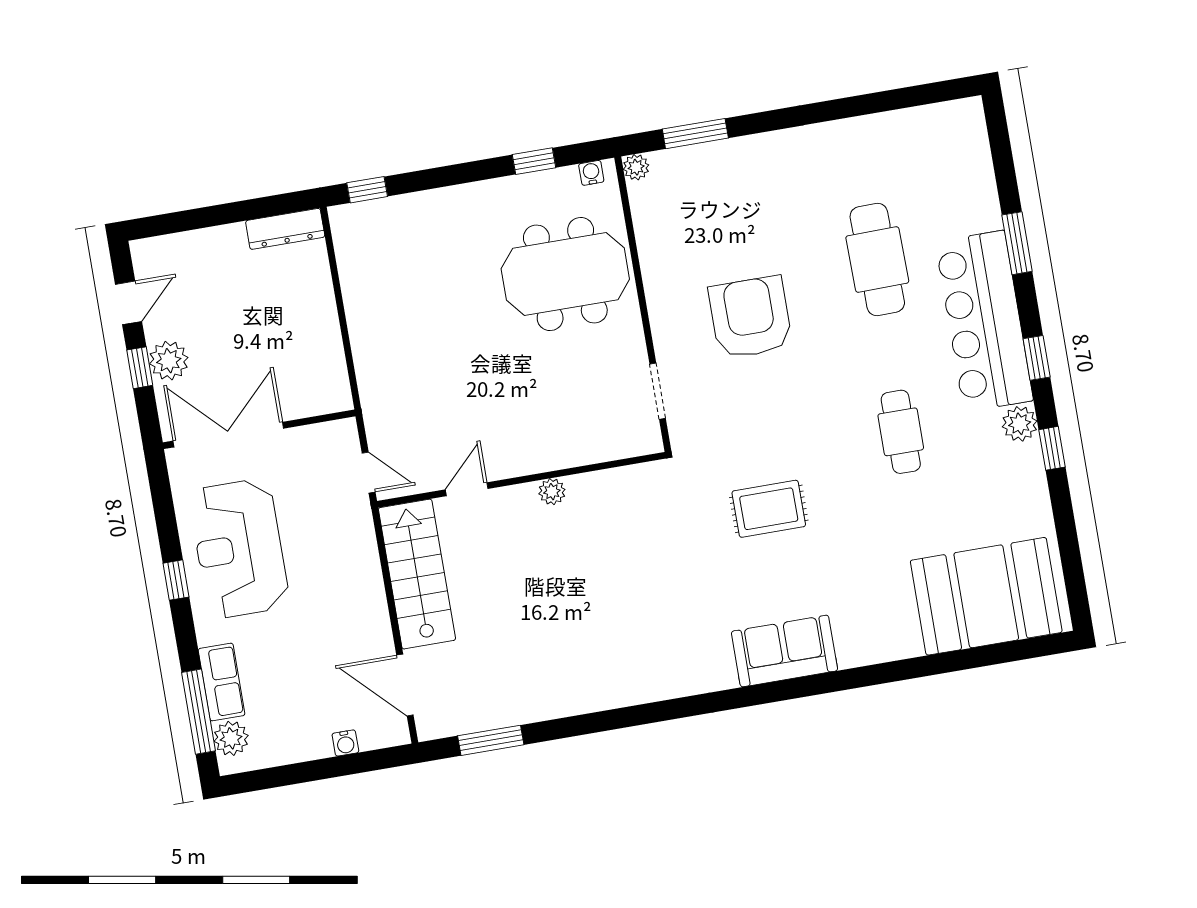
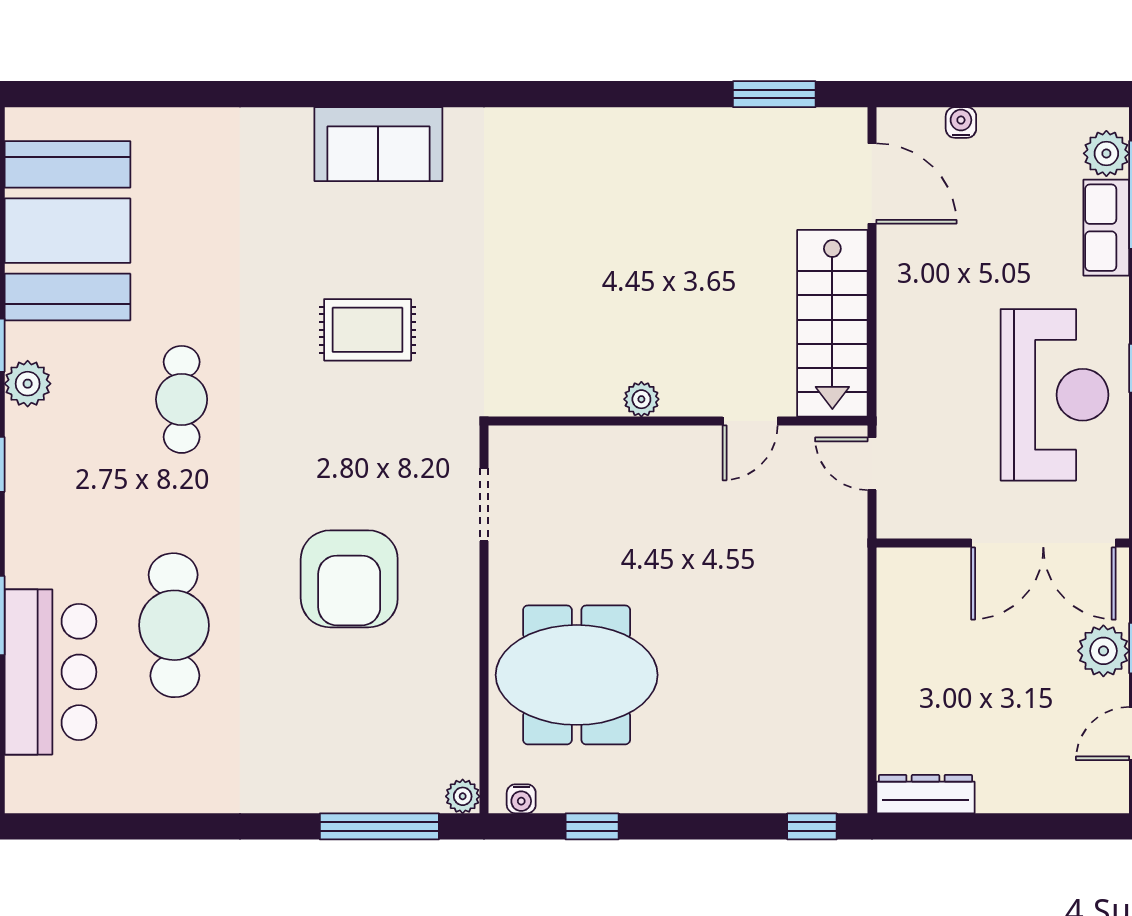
window: (695, 134) -> (379, 826), width x1.44
bar counter: (984, 321) -> (50, 672), moved, width x0.73
booth: (986, 596) -> (67, 231), moved, turned 90

